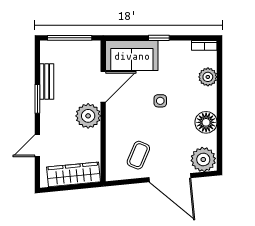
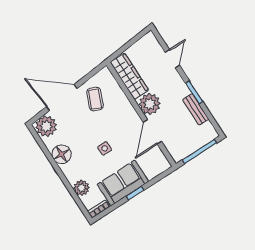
sofa: (132, 56) -> (123, 183), moved
wardrobe: (74, 174) -> (129, 76), moved, turned -84

